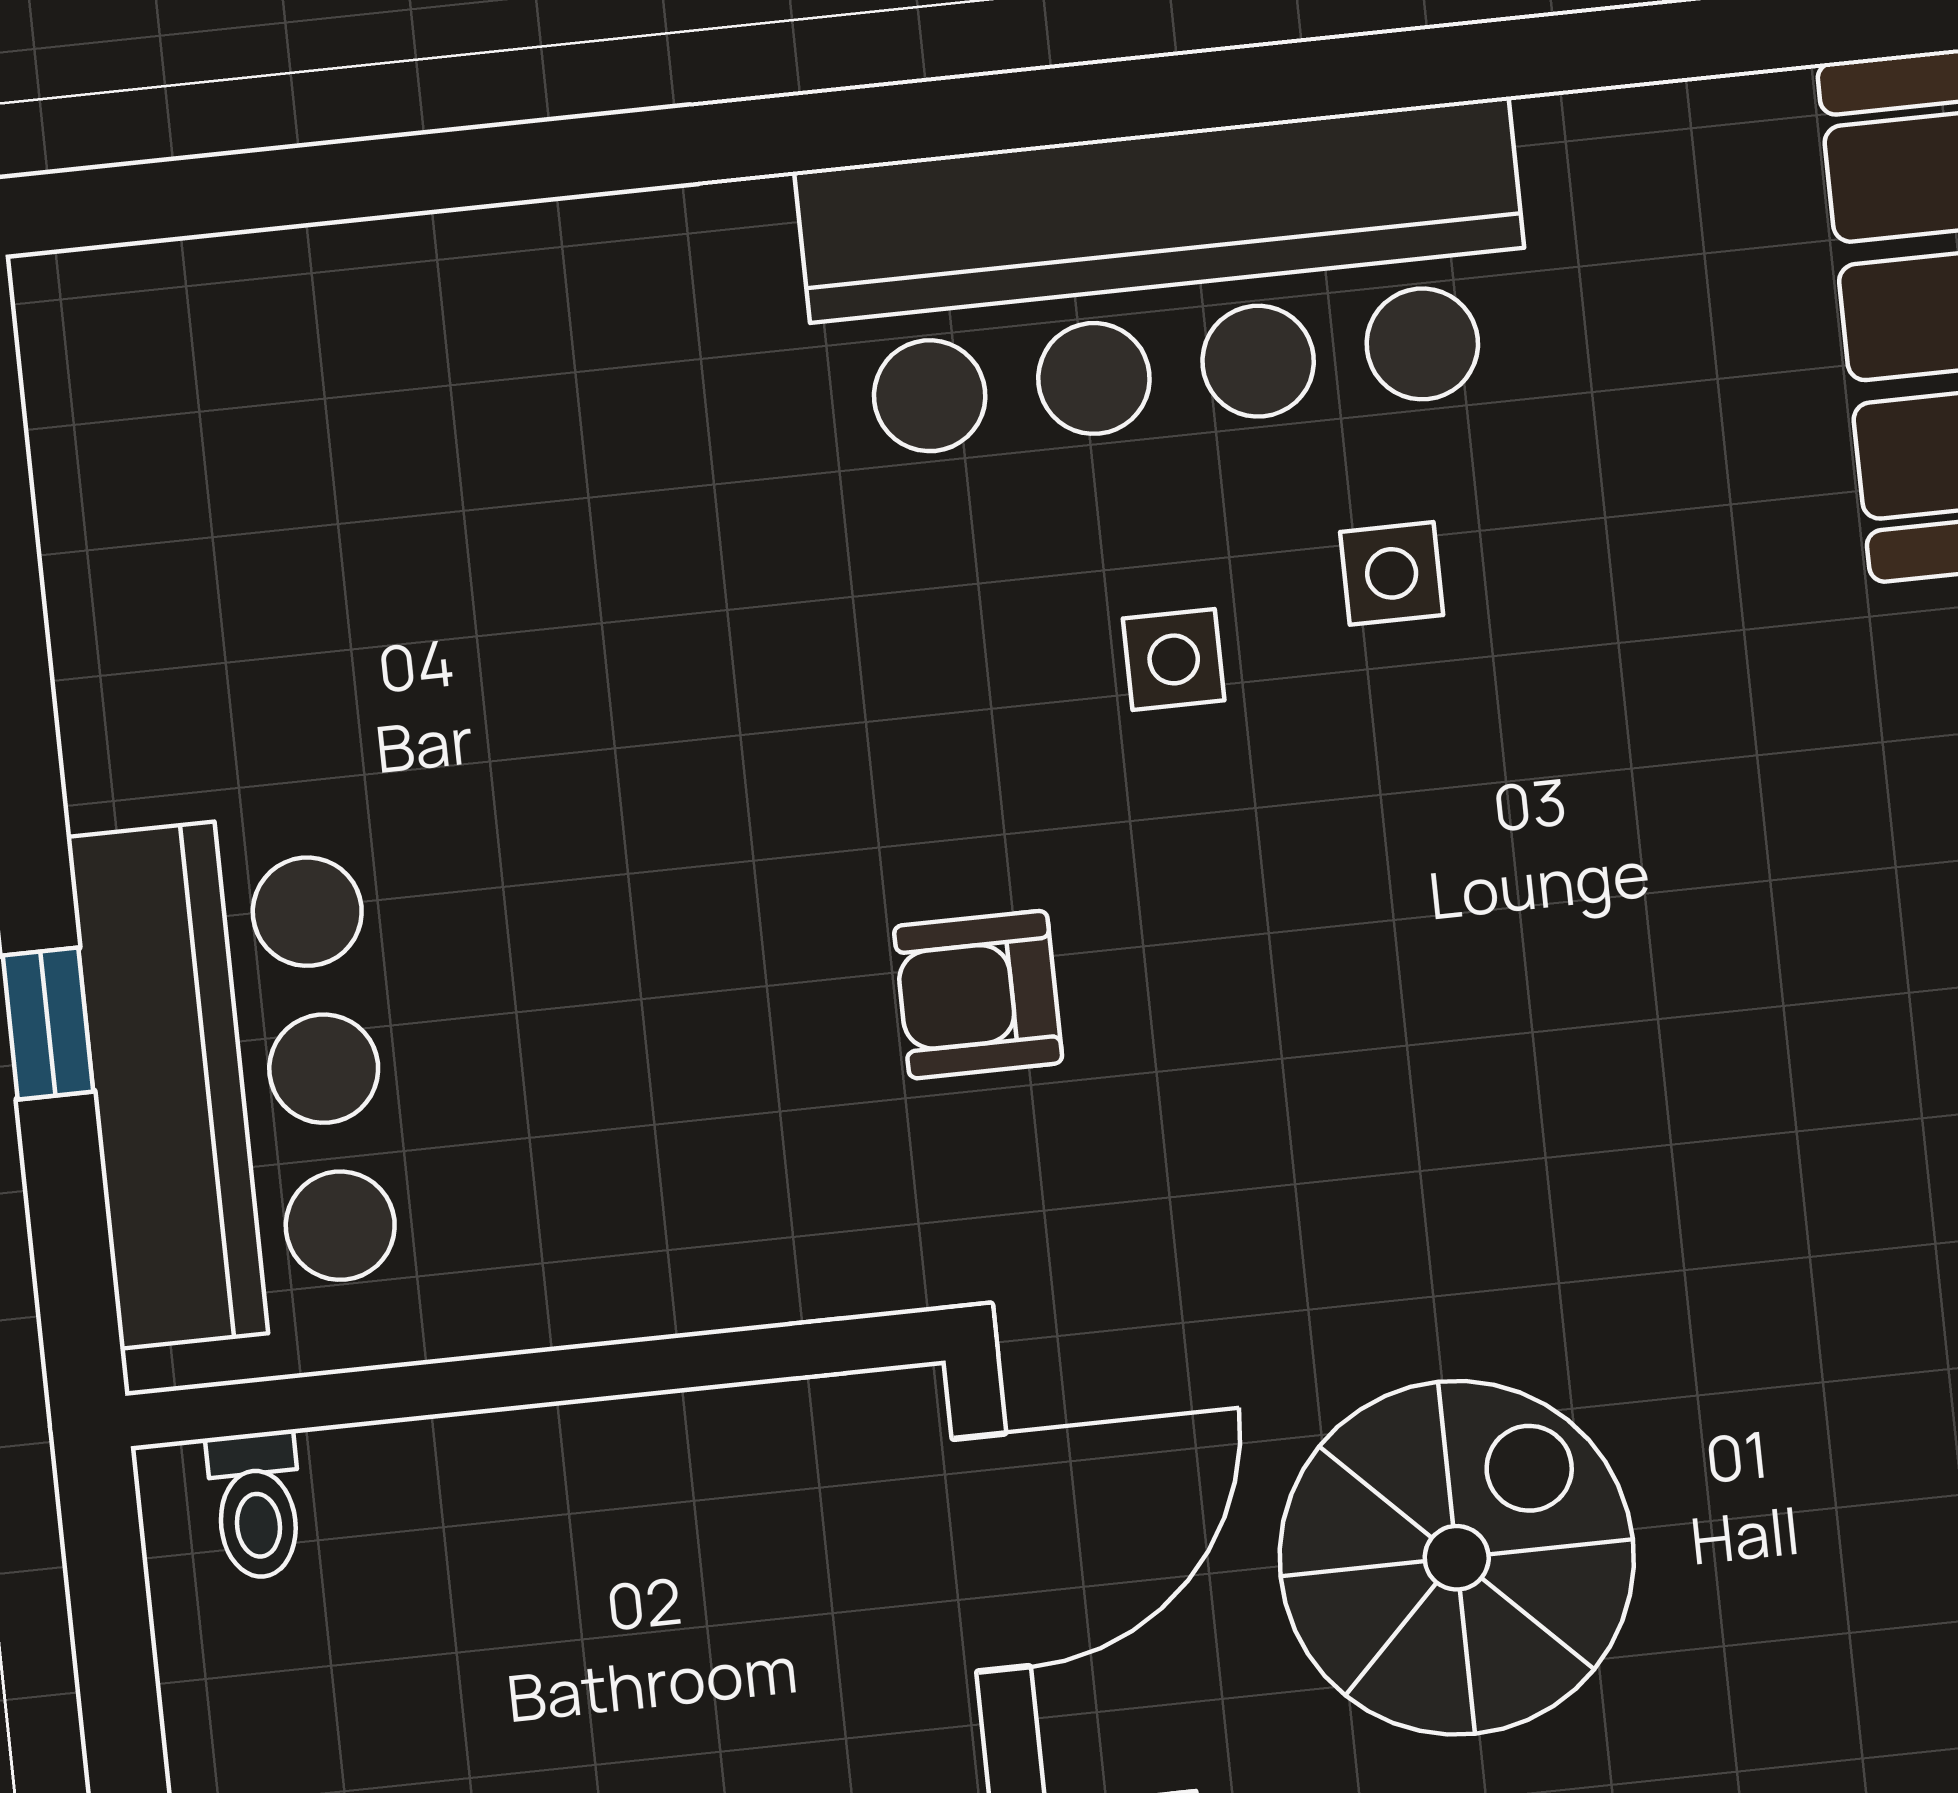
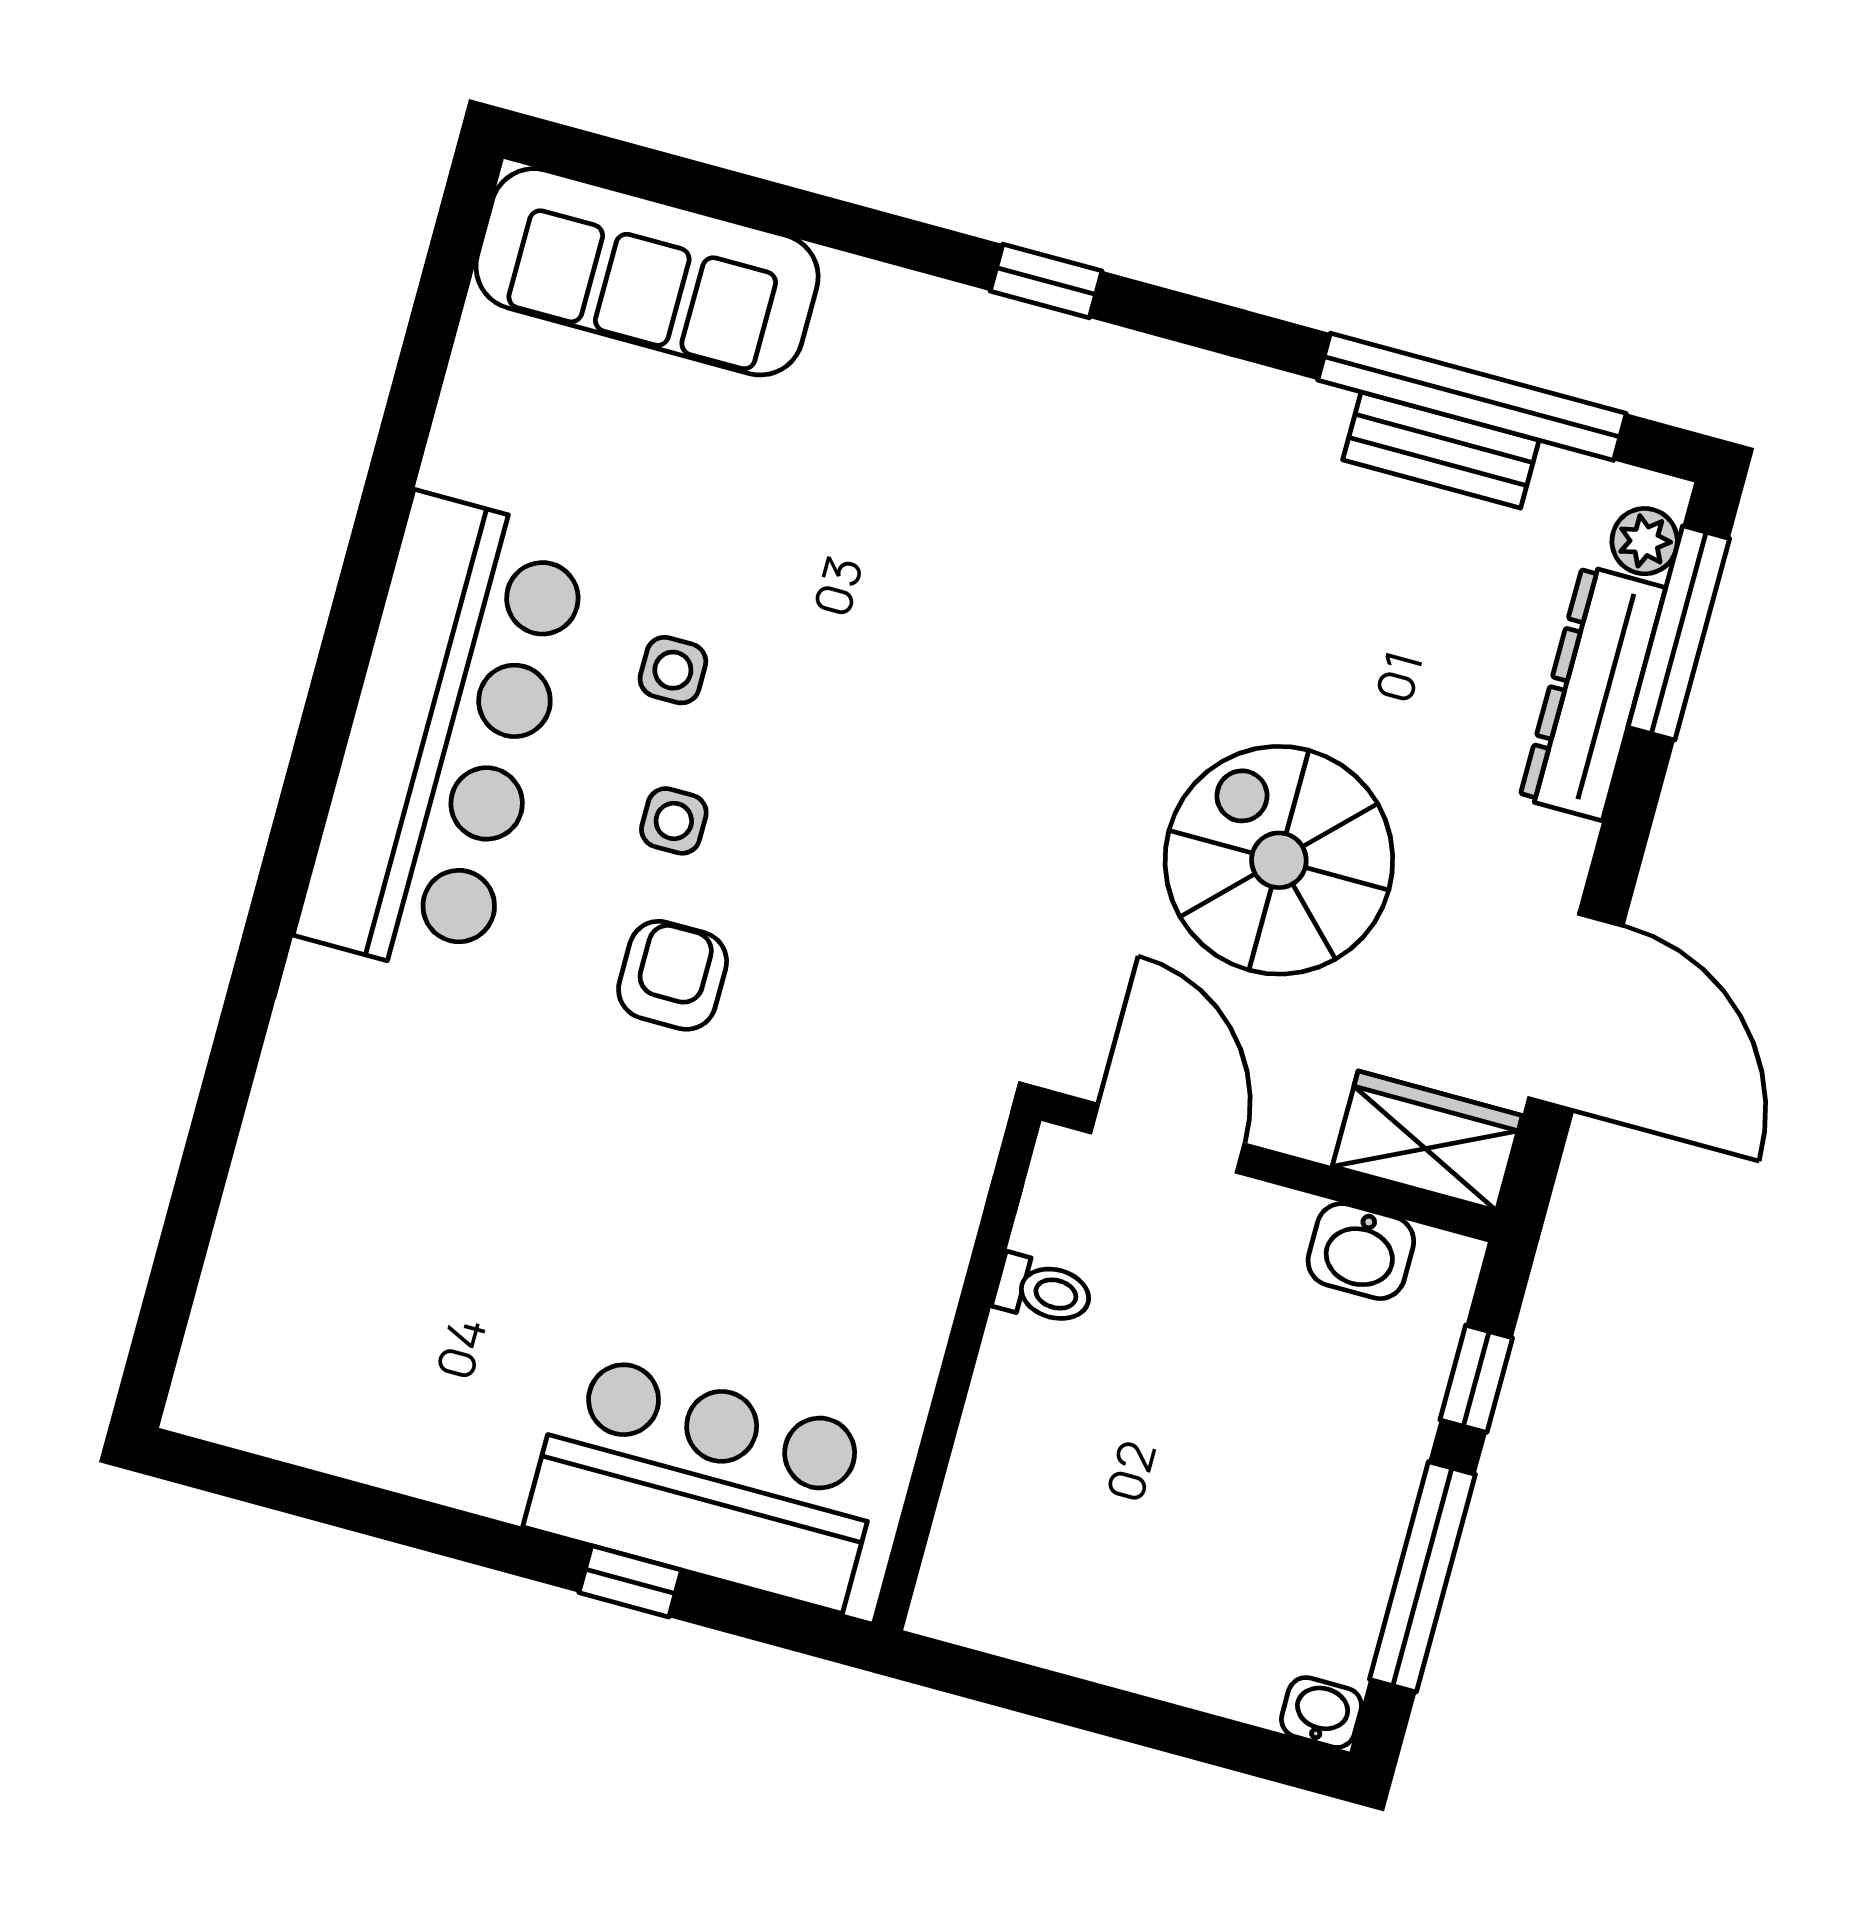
armchair: (978, 995) -> (673, 975), moved, turned 180
toilet: (256, 1505) -> (1043, 1291), moved

